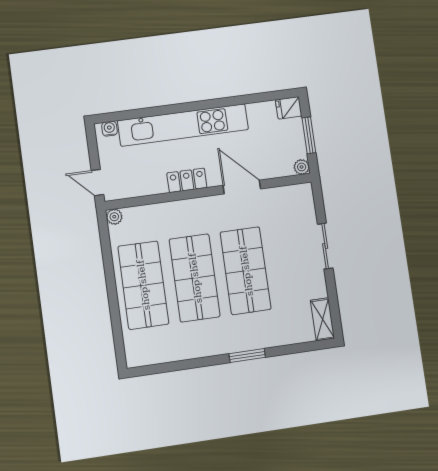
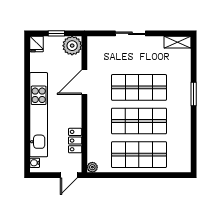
window: (309, 135) -> (56, 33), width x0.67
plant: (302, 167) -> (72, 46), width x1.88, depth x1.88
locker: (187, 180) -> (75, 141), moved

